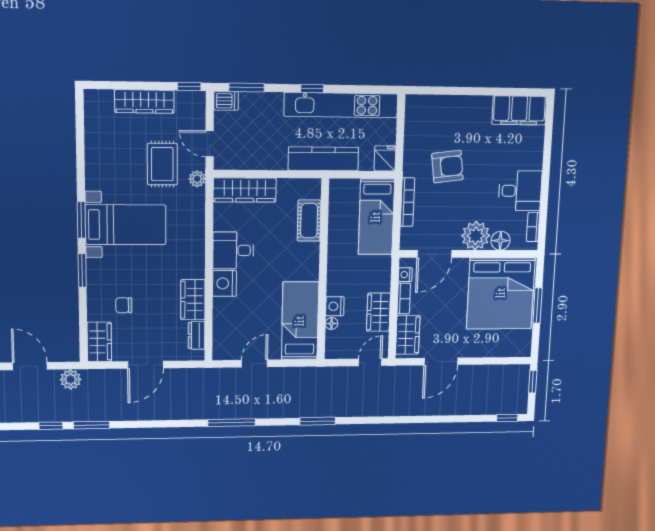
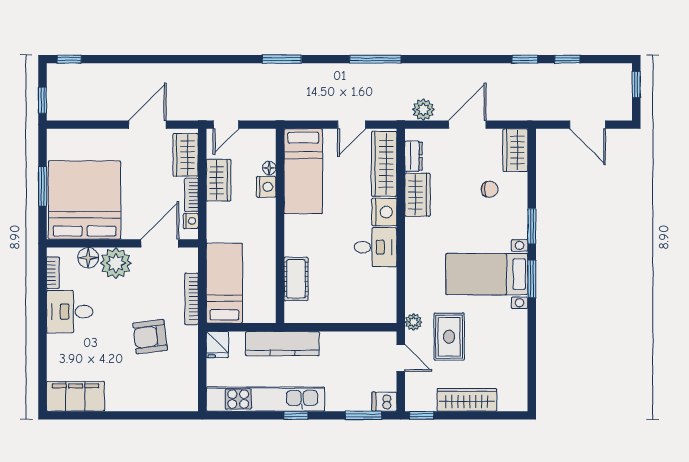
wardrobe: (245, 190) -> (384, 164), moved, turned -90
plant: (71, 379) -> (423, 110), moved
window: (91, 425) -> (525, 59), width x0.67

